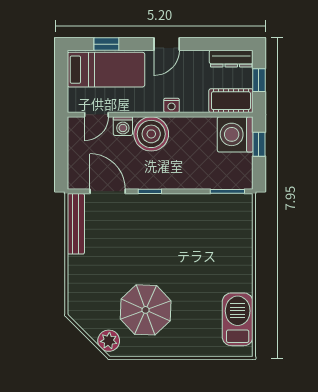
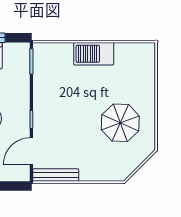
barbecue: (238, 319) -> (94, 54), moved
plant: (109, 341) -> (143, 150), removed

